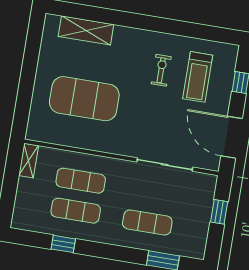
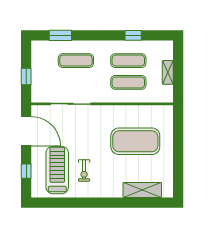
treadmill: (198, 77) -> (57, 170), width x1.37, depth x1.38
shelving: (29, 161) -> (168, 72), moved

